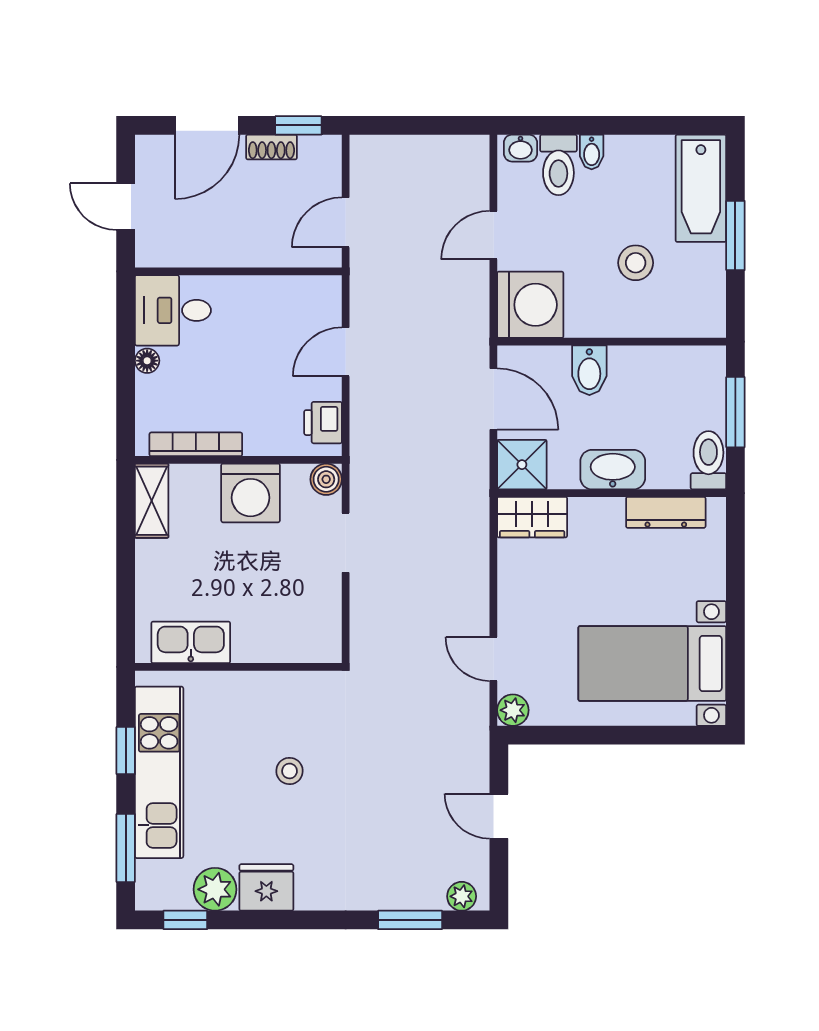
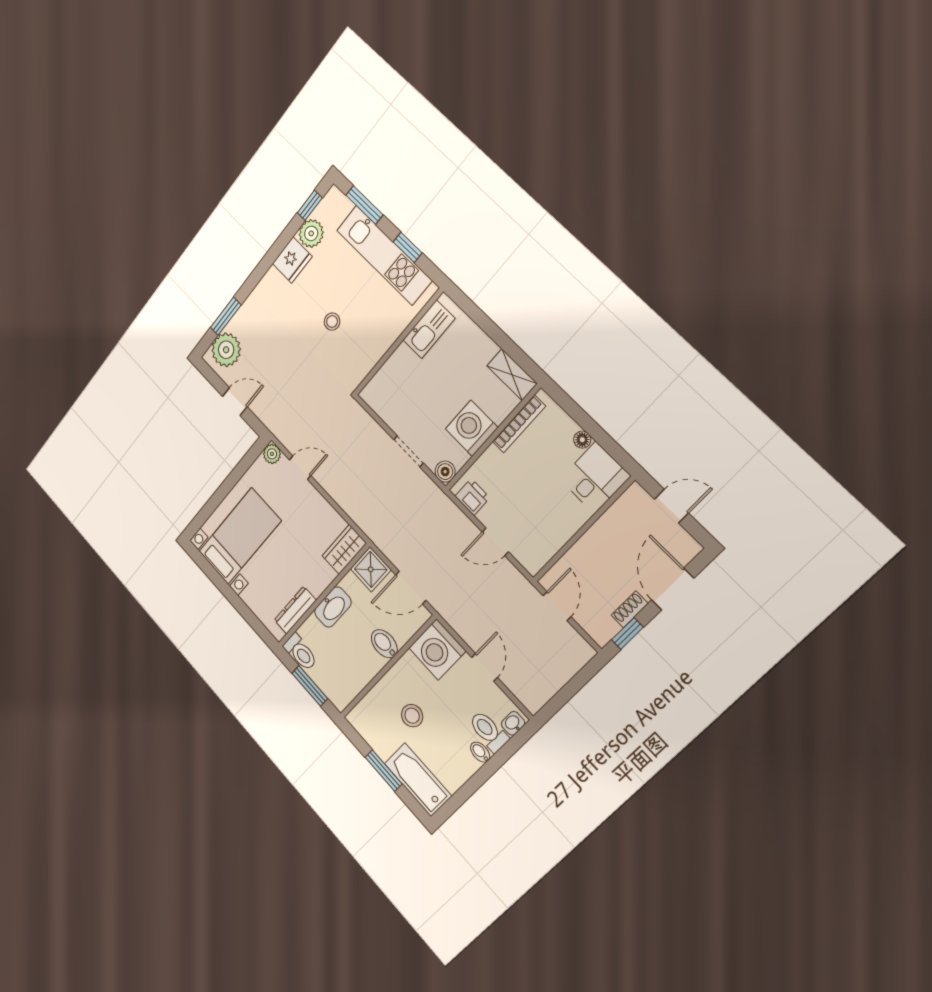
door: (346, 352) -> (495, 542), swing flipped
plant: (462, 896) -> (226, 350), width x1.87, depth x1.87

